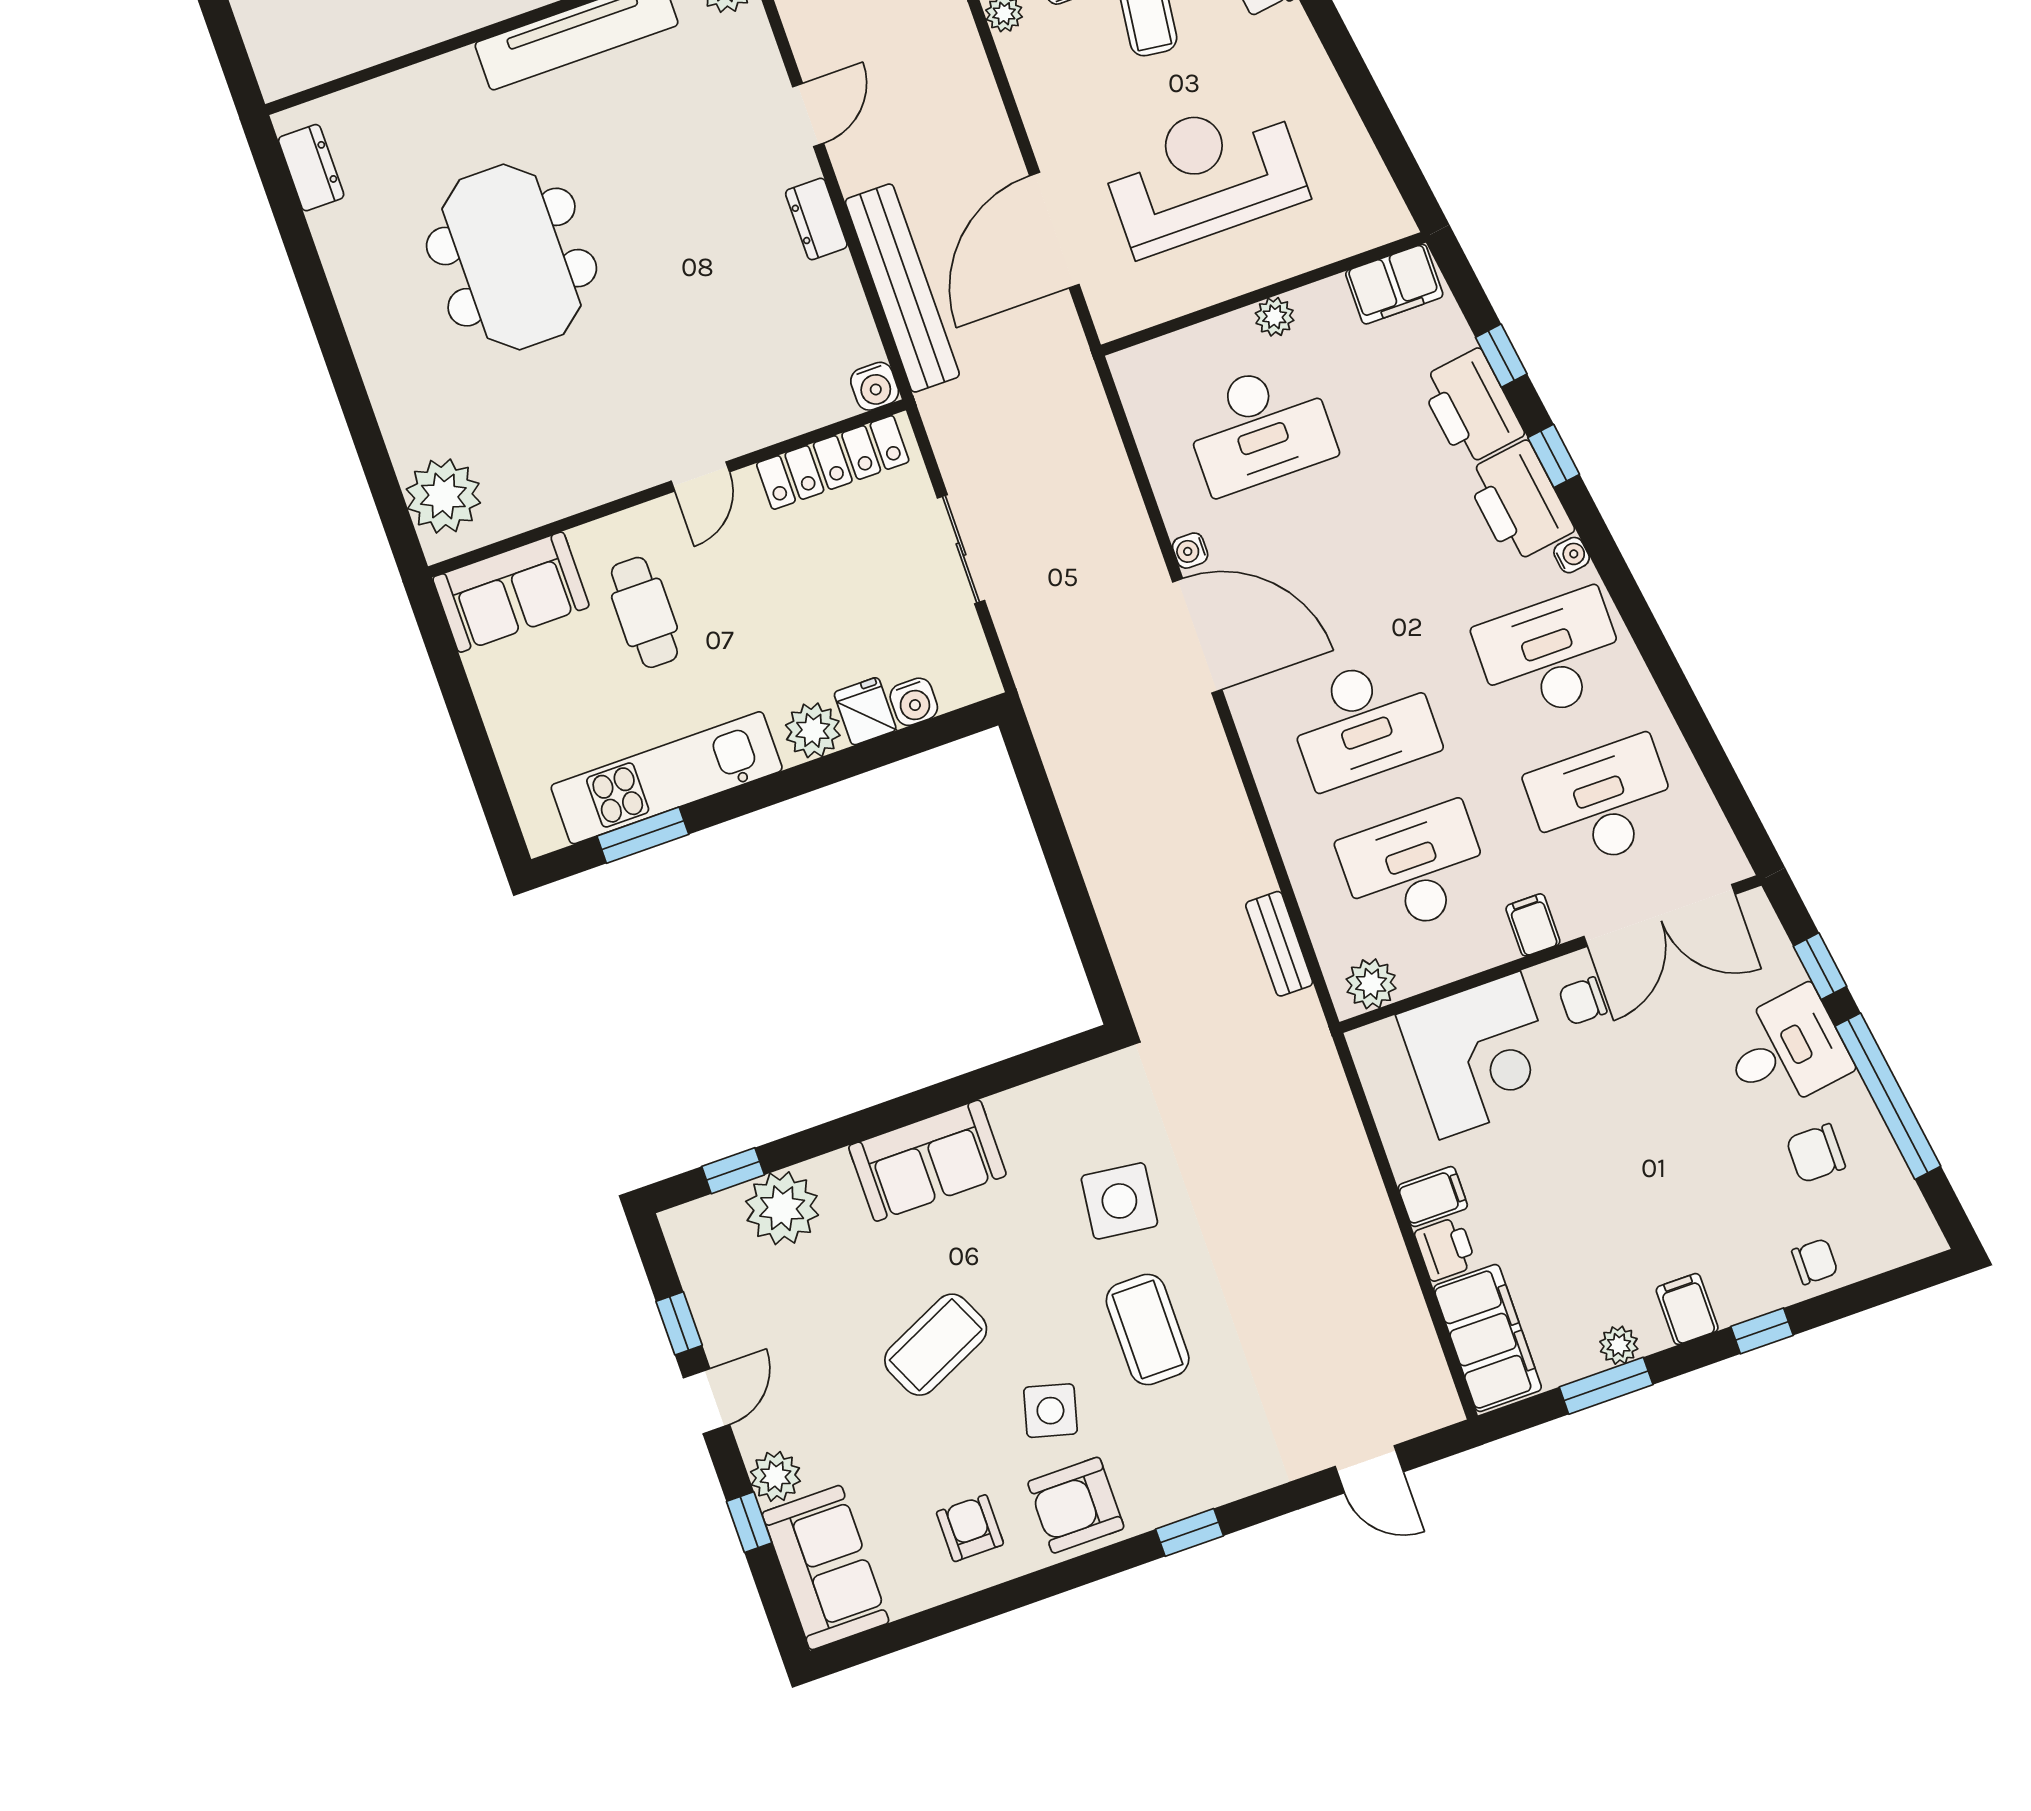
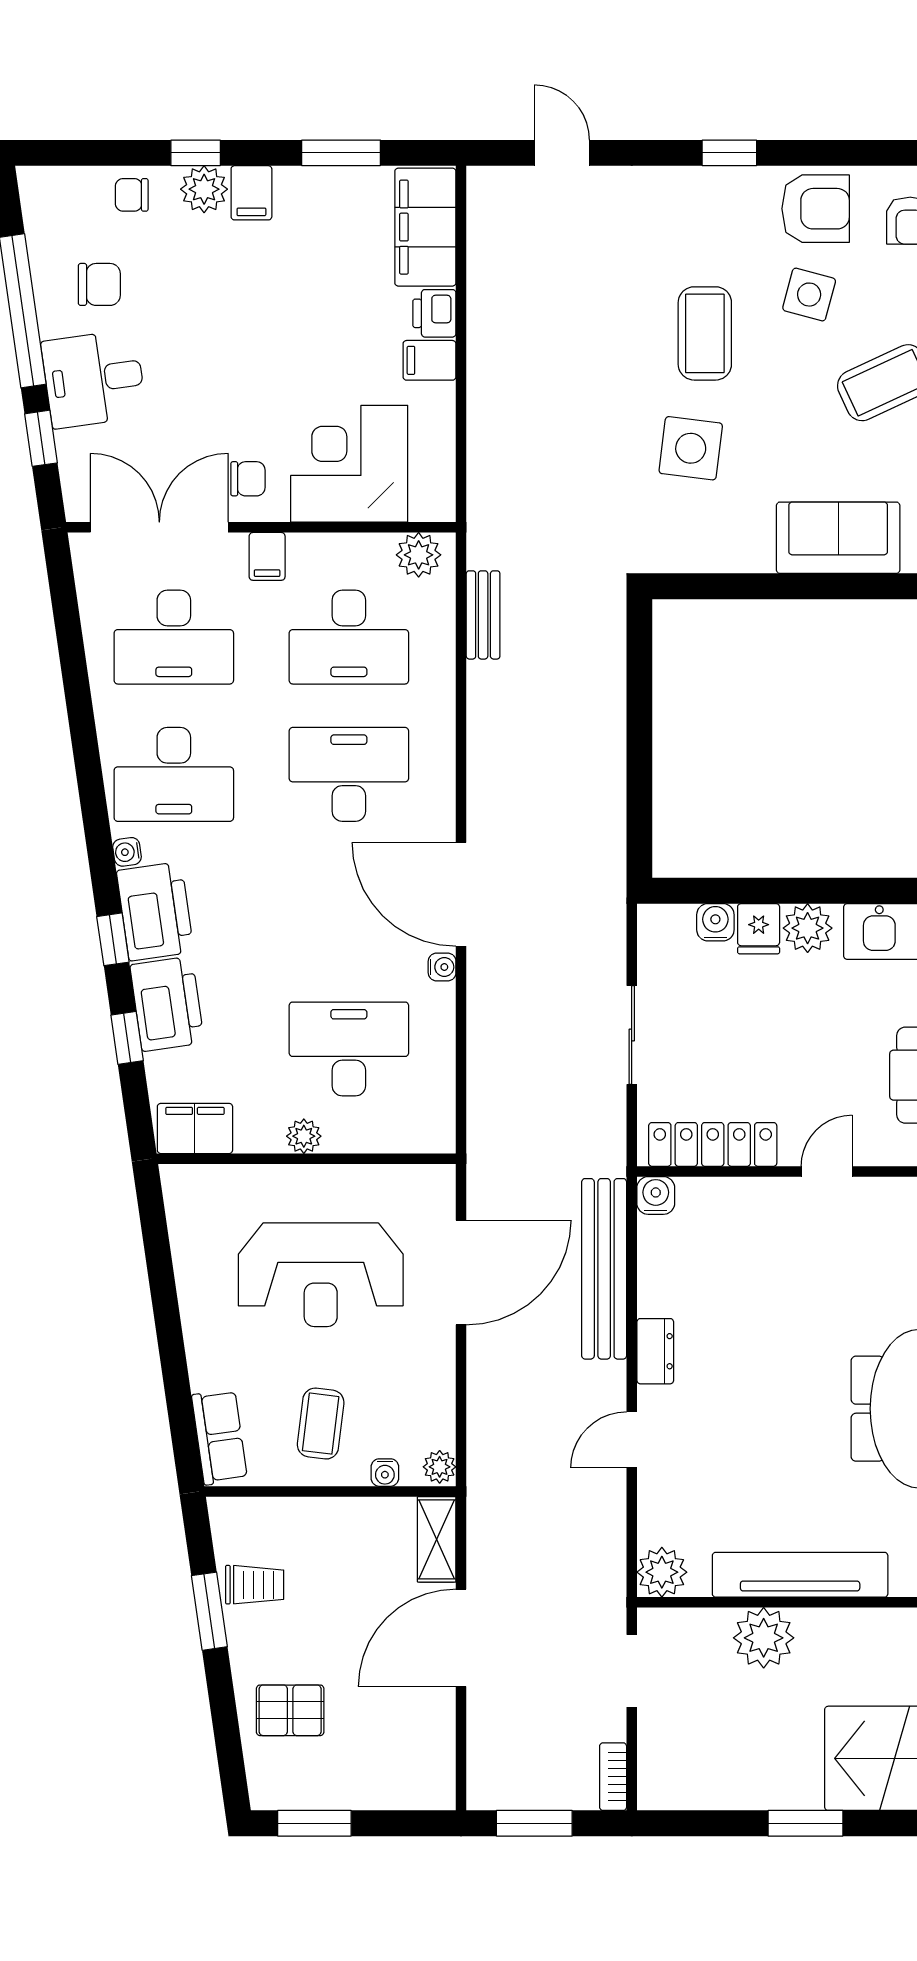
plant: (1619, 1345) -> (204, 189), moved, width x1.38, depth x1.38

